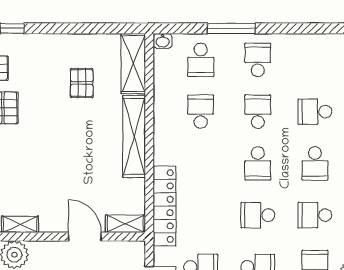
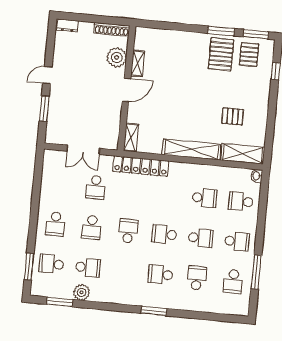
window: (231, 28) -> (256, 272), moved
school desk: (315, 215) -> (233, 281), moved, turned 180
door: (85, 237) -> (126, 90), moved

